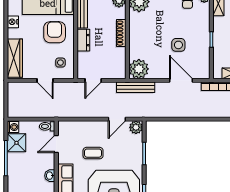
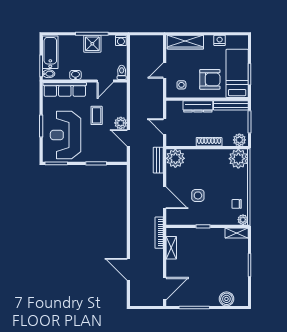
dresser: (83, 40) -> (198, 106), width x1.44
door: (93, 80) -> (165, 126), moved
door: (181, 80) -> (165, 198), hinge flipped
bench: (136, 87) -> (158, 160), width x0.73
plant: (136, 127) -> (121, 123), moved
shower: (17, 143) -> (92, 44), moved
door: (56, 144) -> (105, 81), swing flipped

